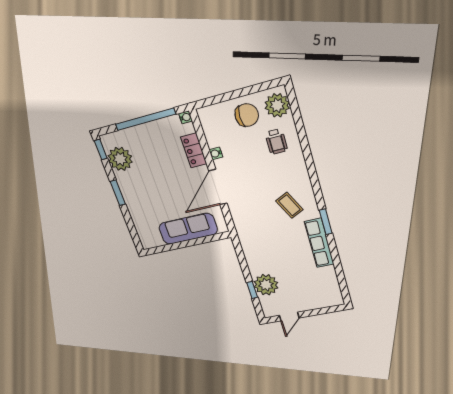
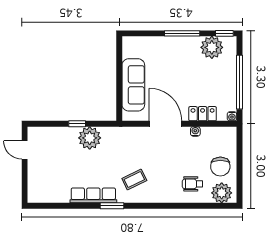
window: (118, 193) -> (182, 33), width x1.44
plant: (266, 285) -> (90, 138), moved
window: (252, 290) -> (77, 124), moved

